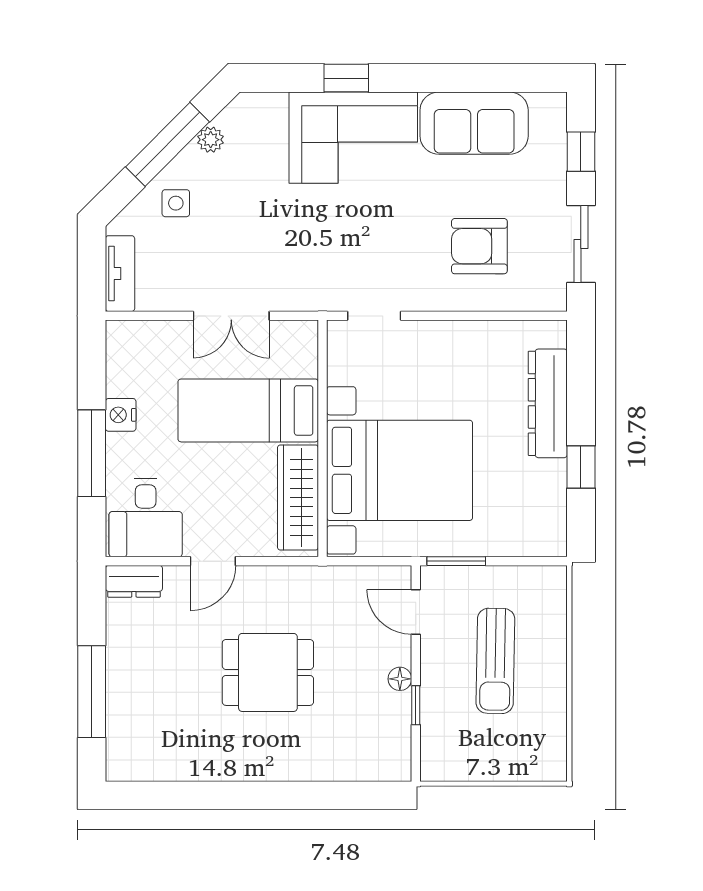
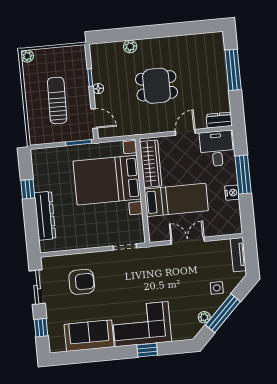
plant: (319, 767) -> (130, 46), added
plant: (553, 768) -> (27, 56), added

